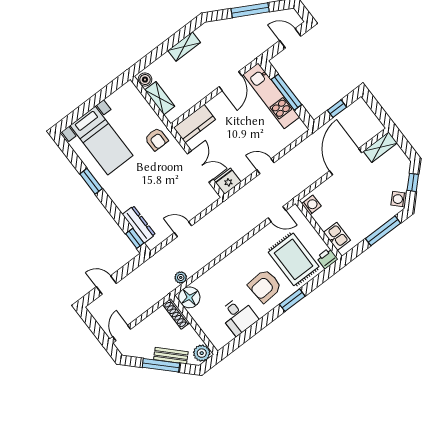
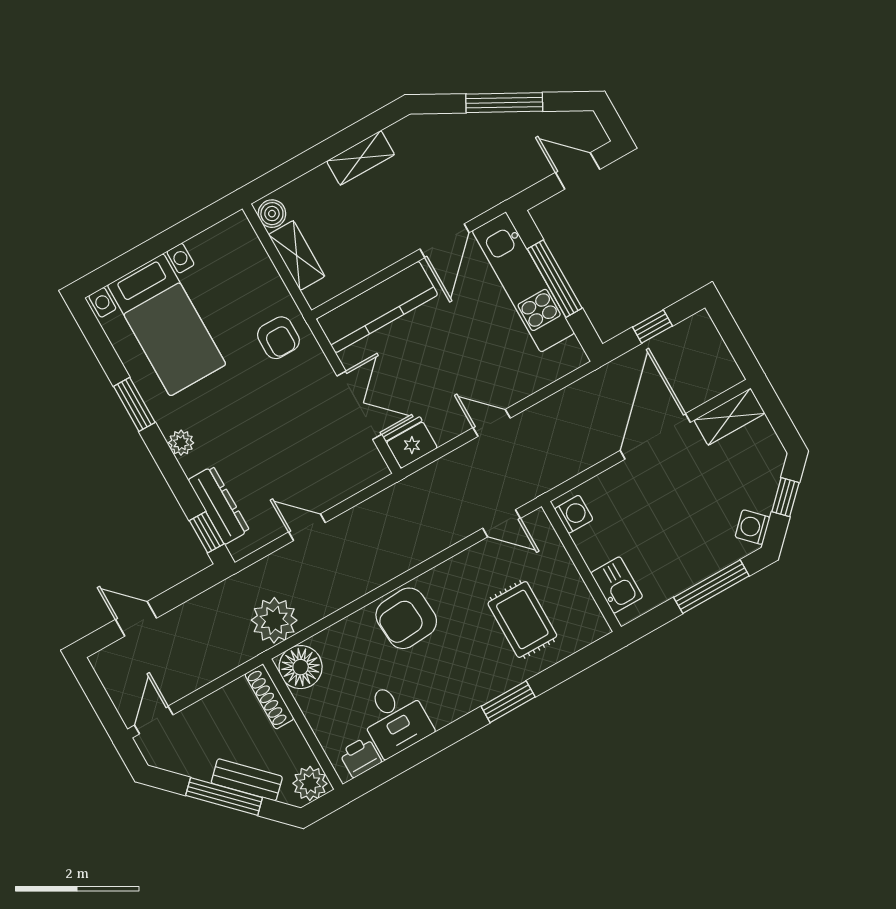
kitchen counter: (194, 124) -> (377, 307), width x1.50
plant: (116, 197) -> (181, 443), added
printer: (327, 258) -> (360, 757), moved
rug: (294, 259) -> (522, 620), width x0.73, depth x0.70
plant: (181, 277) -> (274, 620), width x1.88, depth x1.88
armchair: (265, 286) -> (406, 618), moved

